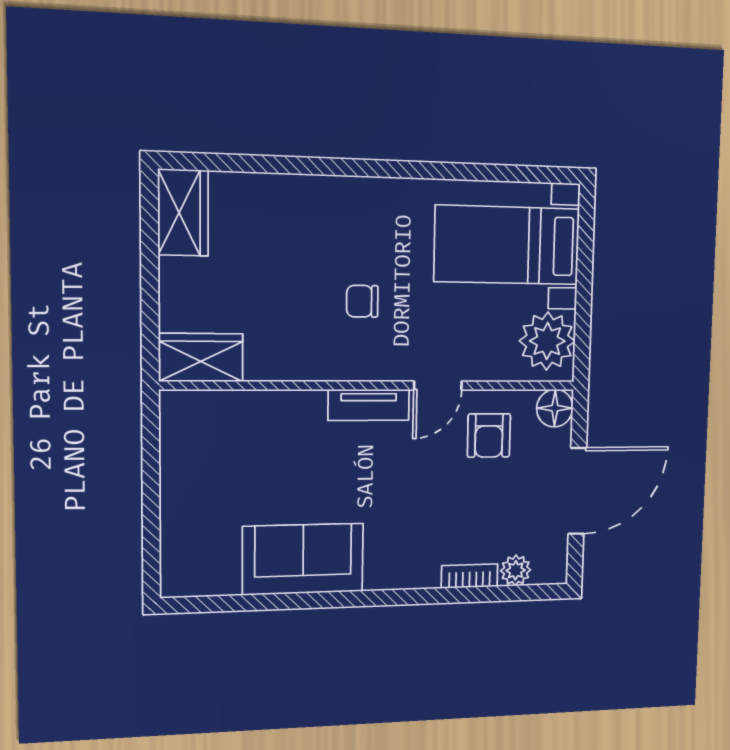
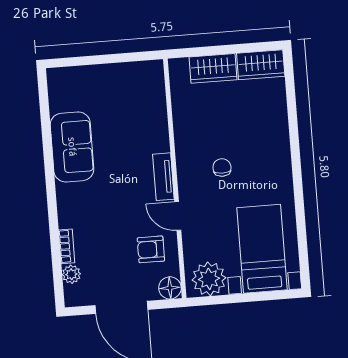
wardrobe: (201, 358) -> (213, 68), moved, turned 90

